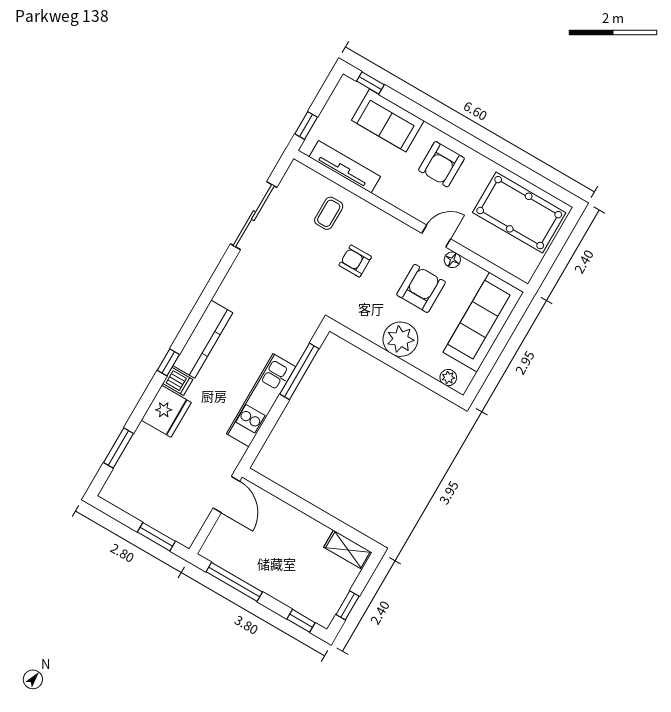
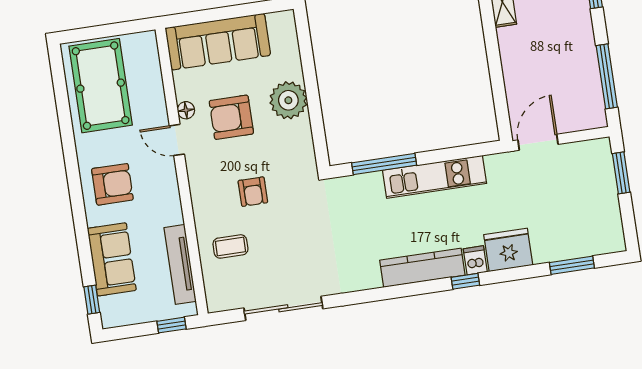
plant: (448, 378) -> (288, 34), removed

